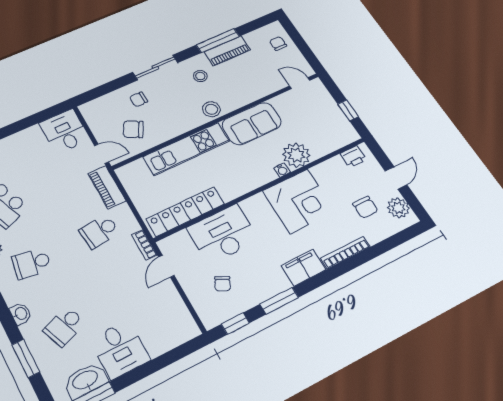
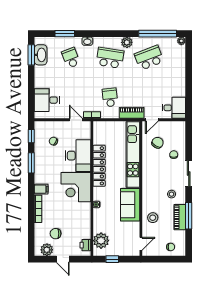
stool: (211, 109) -> (153, 218), moved
kitchen unit: (186, 149) -> (133, 155), width x1.36
plant: (296, 155) -> (101, 241), moved
corner desk: (299, 201) -> (76, 187), moved
locker: (185, 211) -> (99, 166), moved
school desk: (32, 263) -> (110, 58), width x1.85
filing cabinet: (304, 268) -> (41, 189), width x0.50
desk: (120, 349) -> (47, 100), moved

